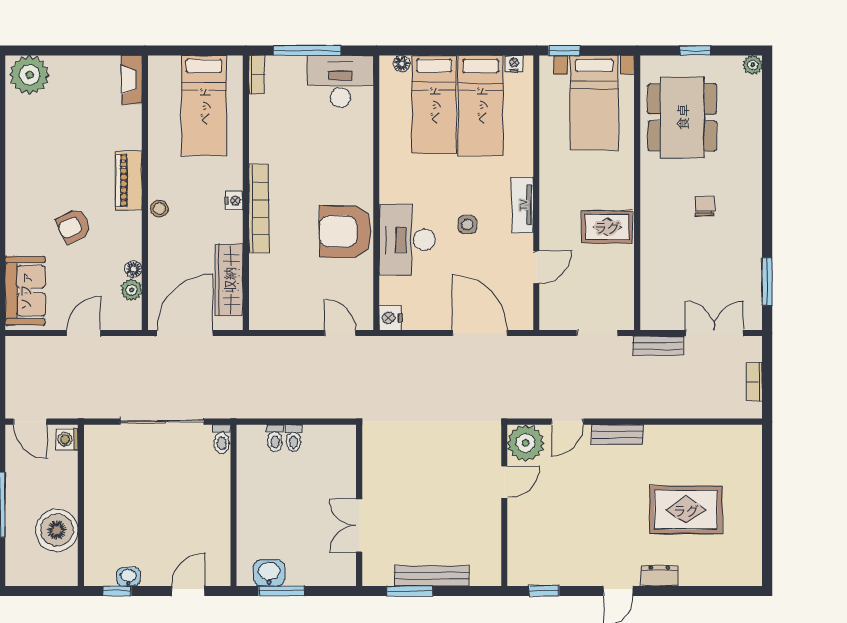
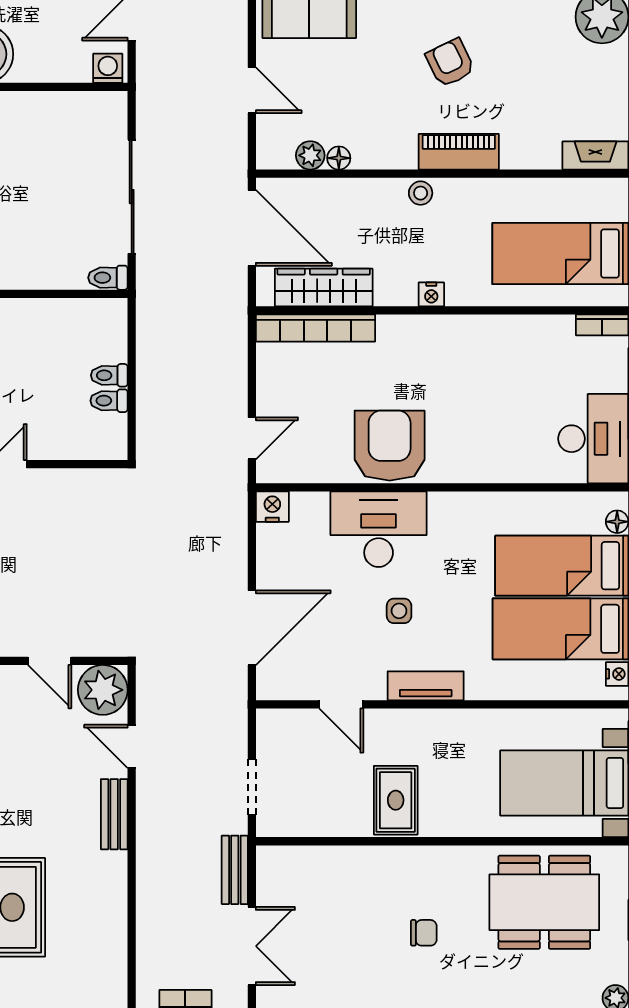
bookcase: (259, 208) -> (316, 328), moved
armchair: (74, 226) -> (450, 63), moved
toilet: (275, 438) -> (109, 401), moved

